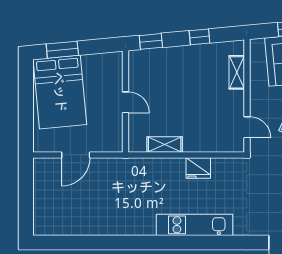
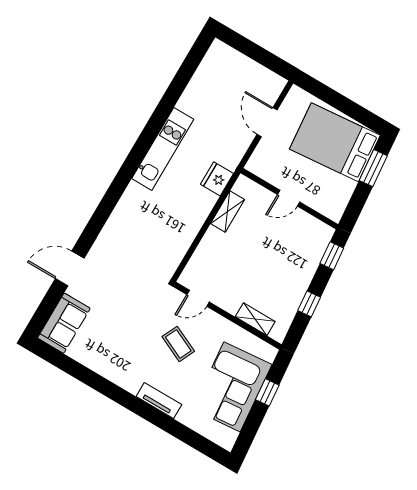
fridge: (198, 168) -> (217, 179), moved
kitchen unit: (194, 225) -> (163, 149), moved

